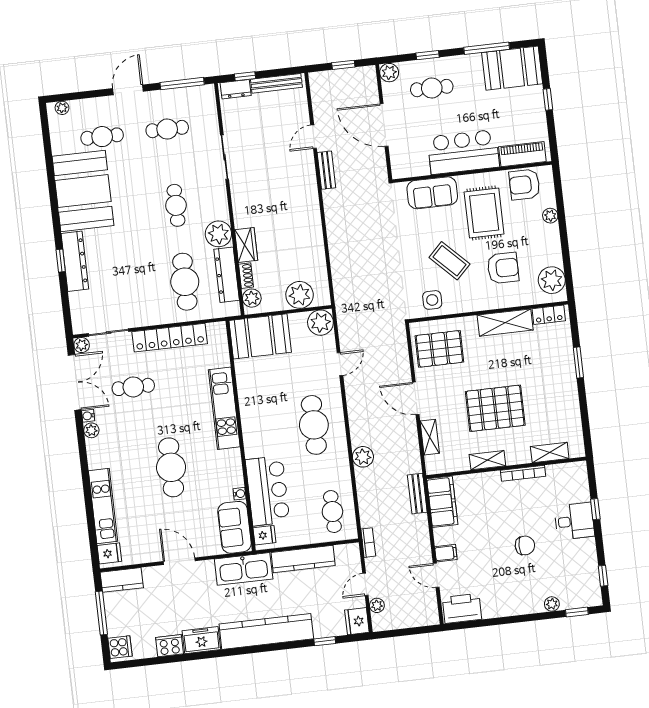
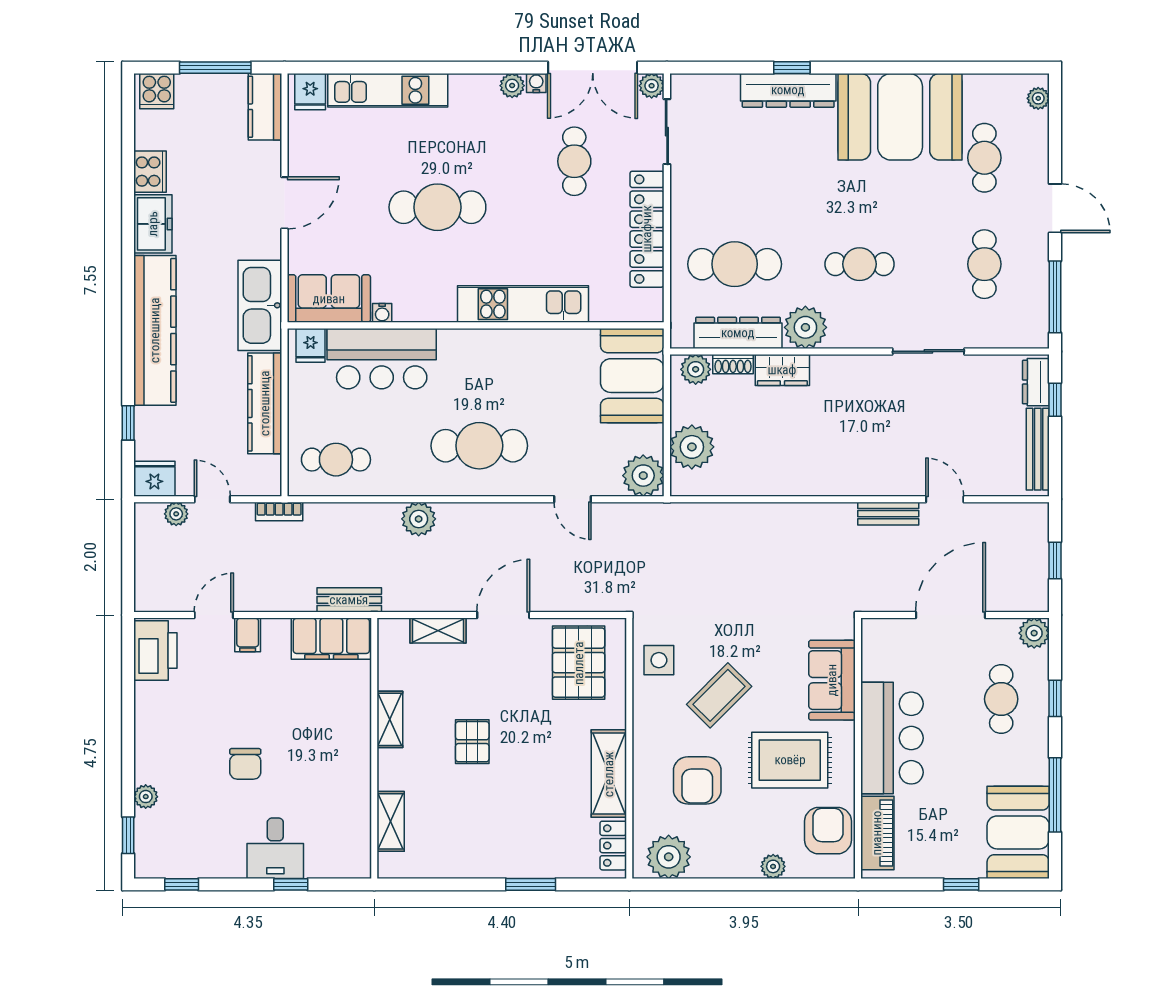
pallet: (495, 408) -> (472, 742), width x0.49, depth x0.50
bookcase: (523, 473) -> (362, 774), removed

